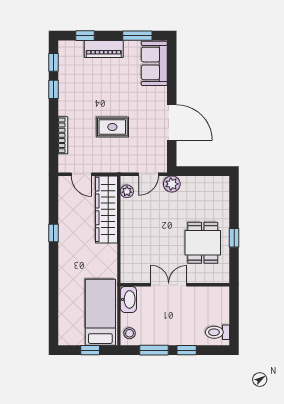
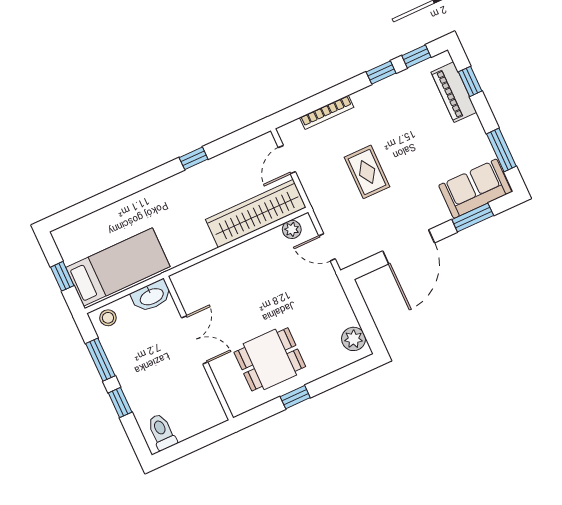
piano: (104, 49) -> (454, 92), moved
window: (172, 73) -> (473, 218), added
plant: (172, 184) -> (354, 339), moved

